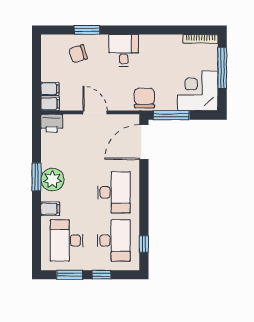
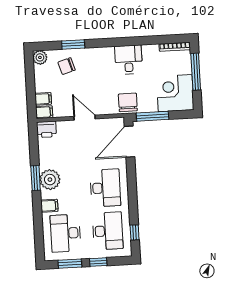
plant: (49, 42) -> (40, 57), added
desk: (124, 50) -> (129, 60), moved

